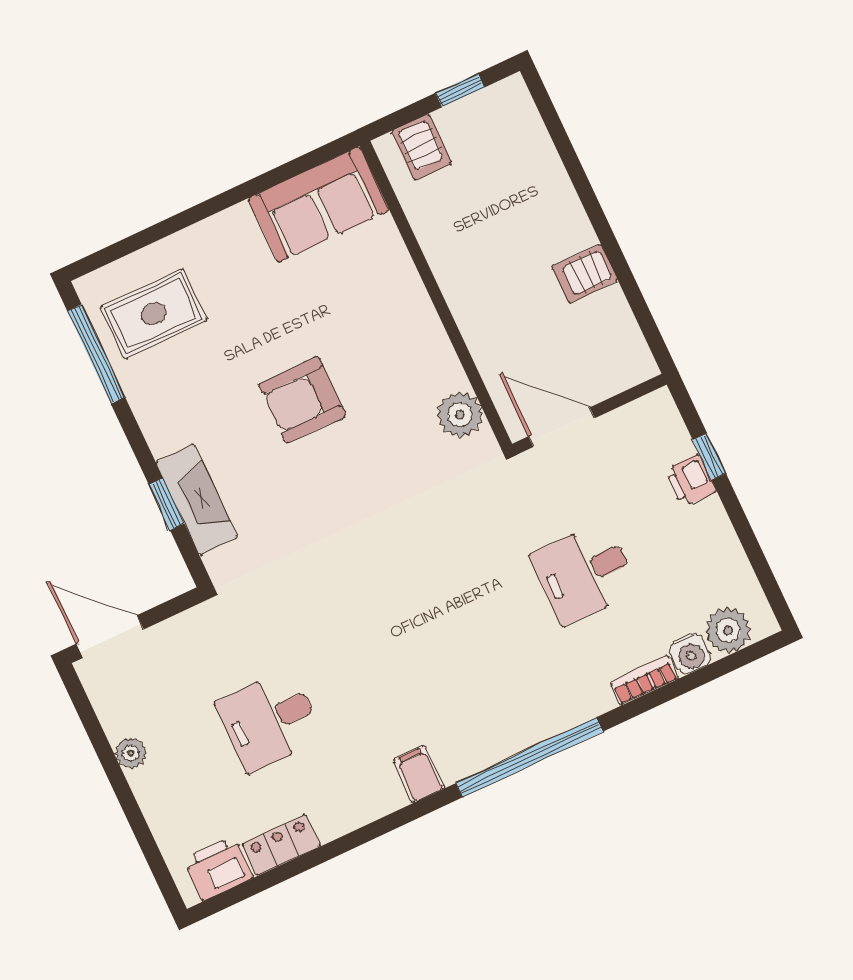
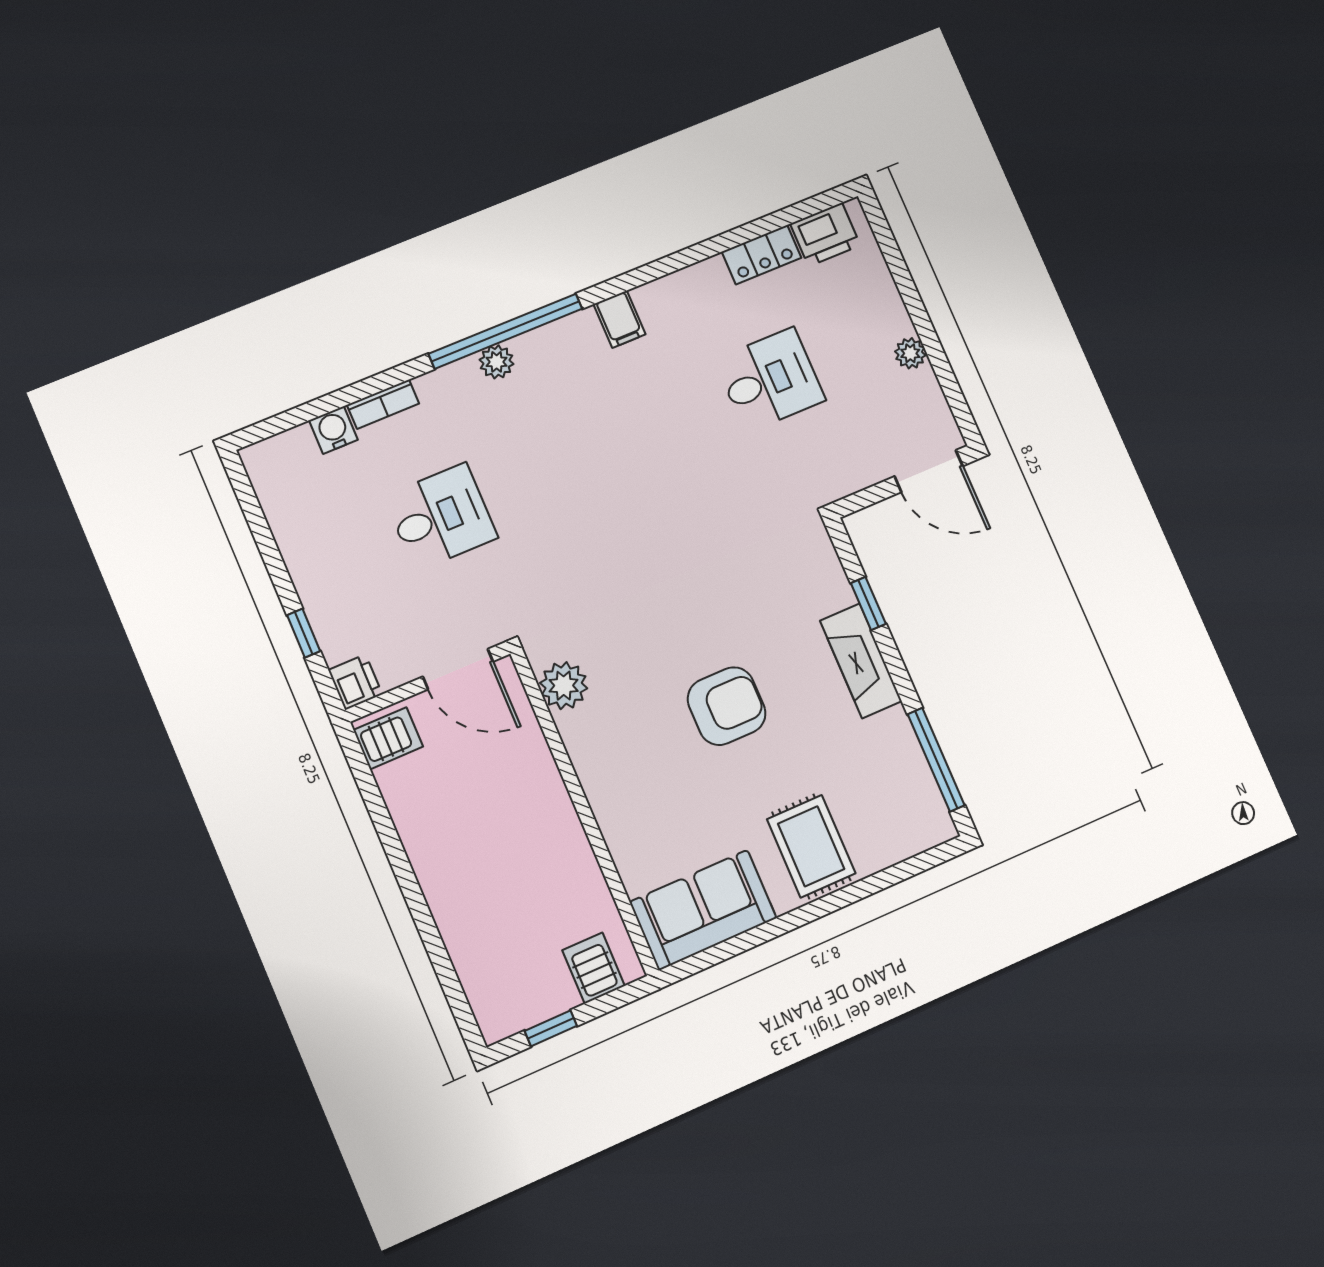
server rack: (585, 274) -> (388, 738), moved
rug: (154, 314) -> (811, 846), moved, turned 90
printer: (691, 481) -> (355, 682), moved
fireplace: (197, 500) -> (861, 661), moved
plant: (728, 630) -> (497, 362), moved, width x0.73, depth x0.73

